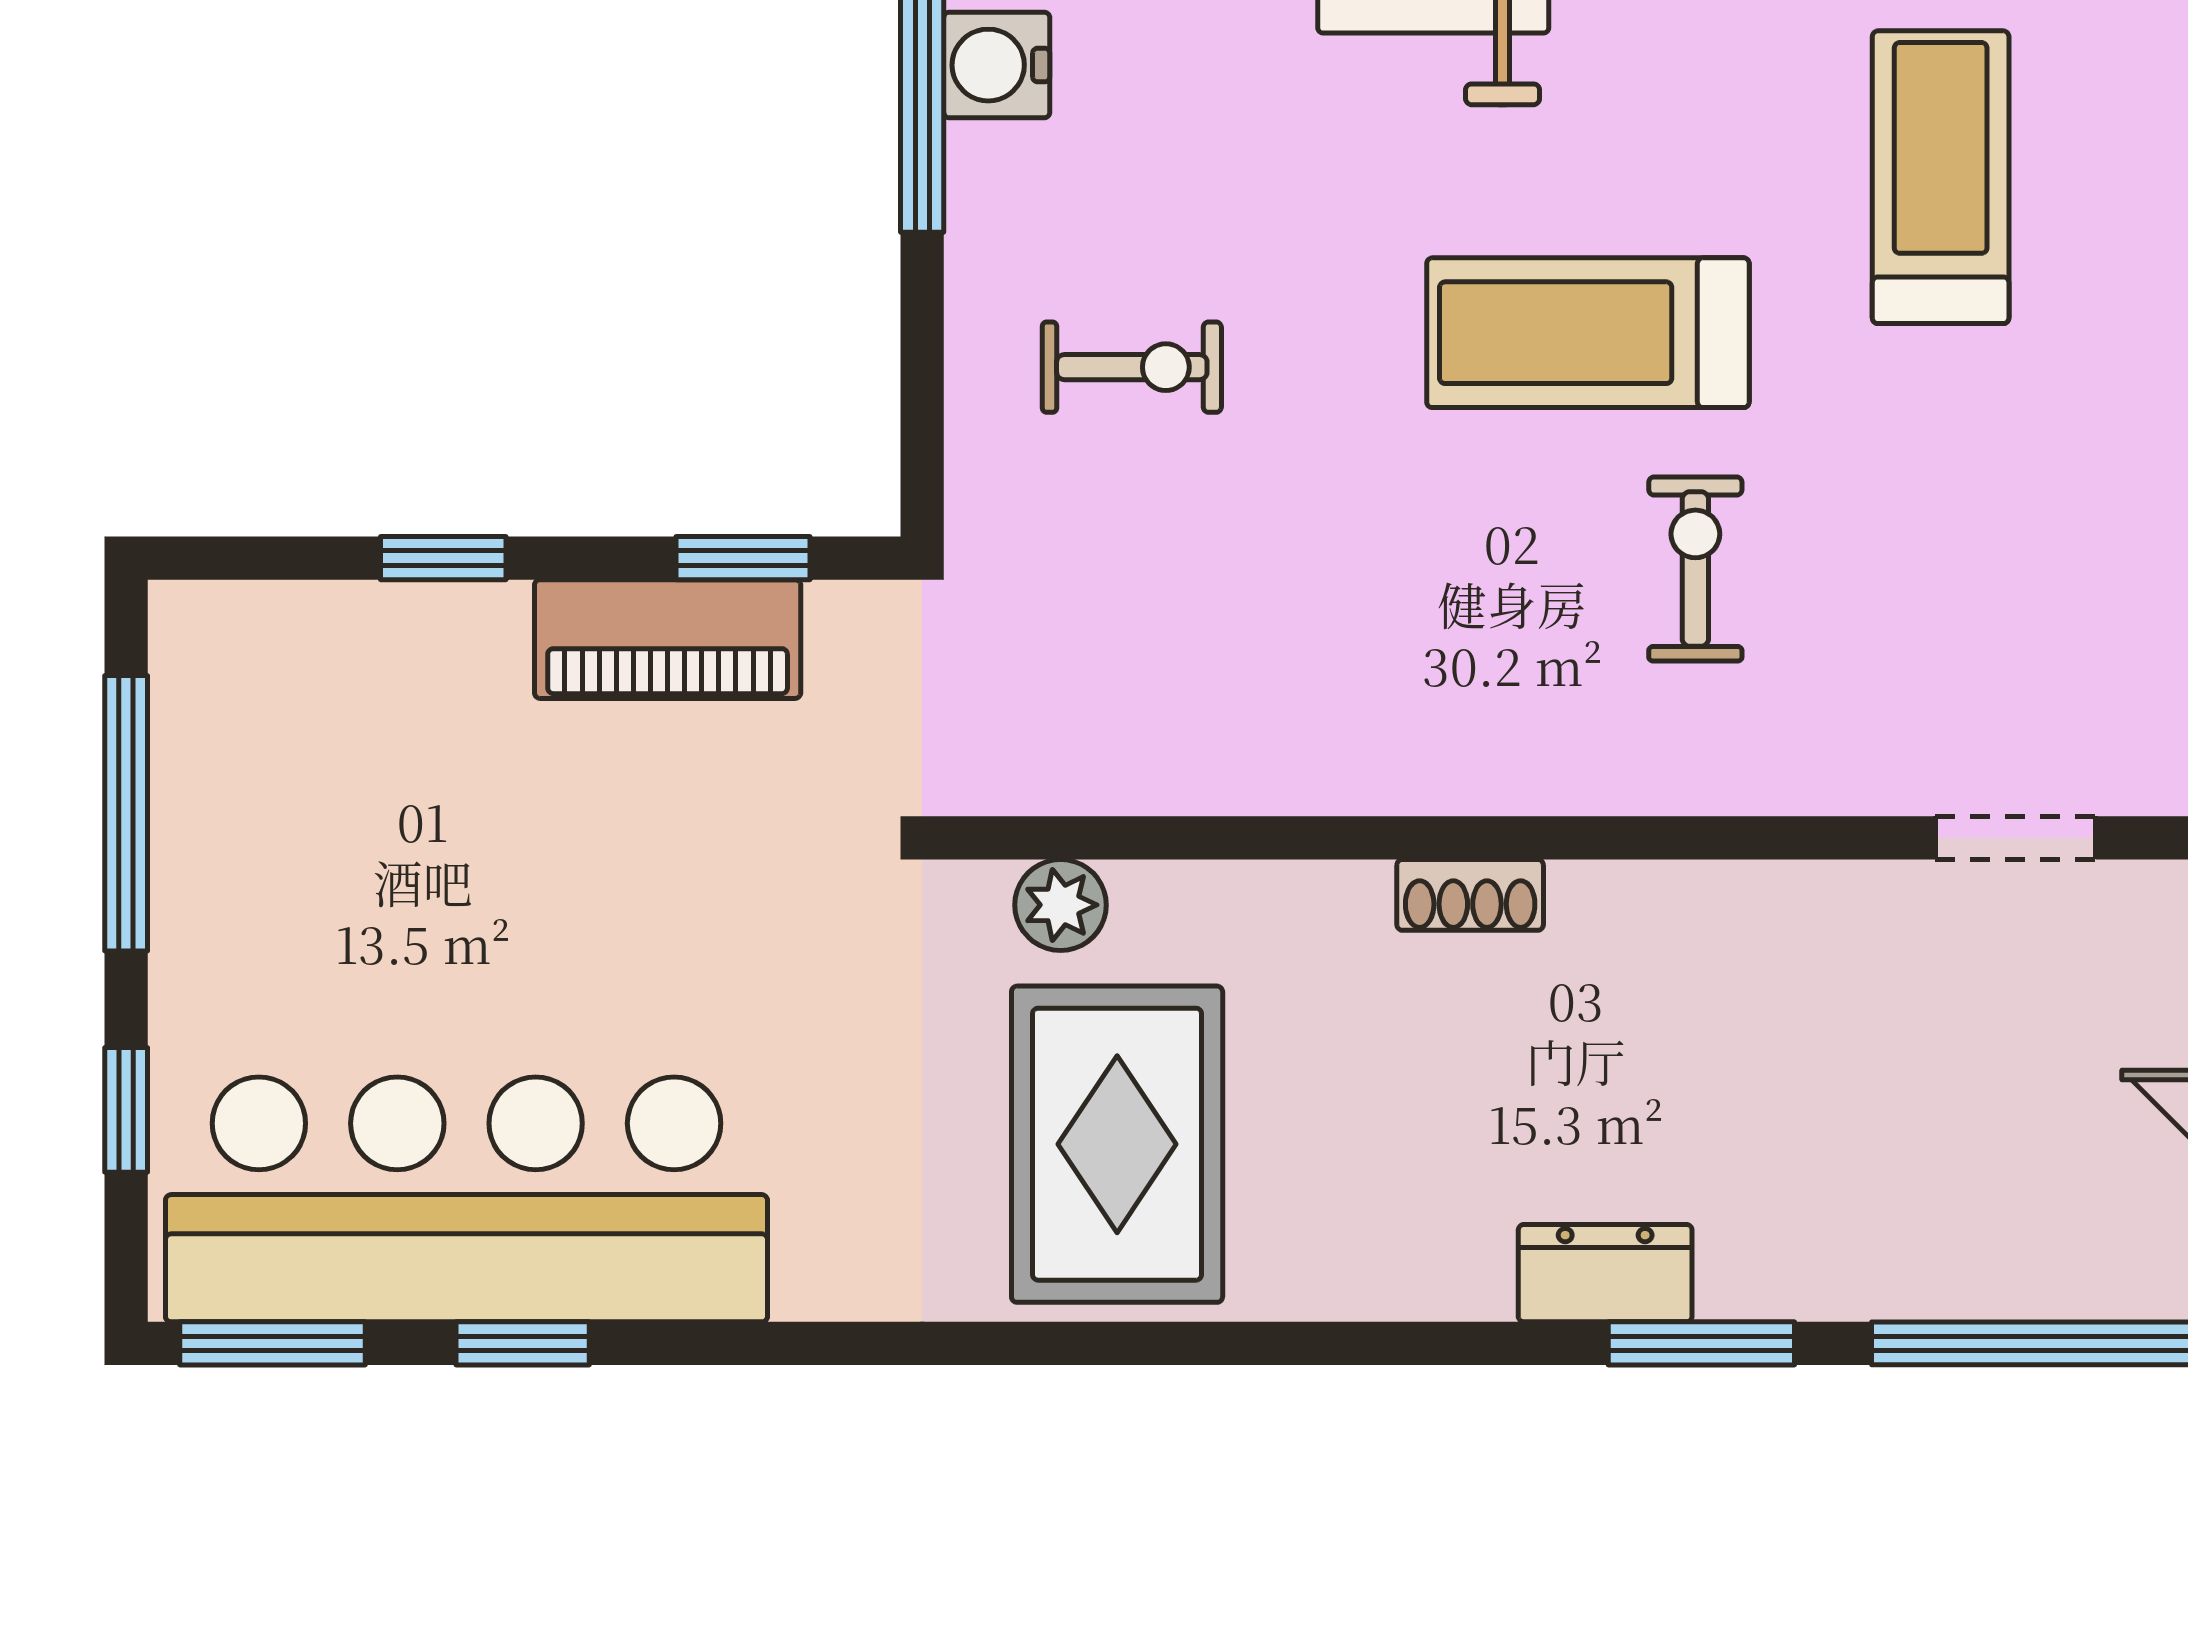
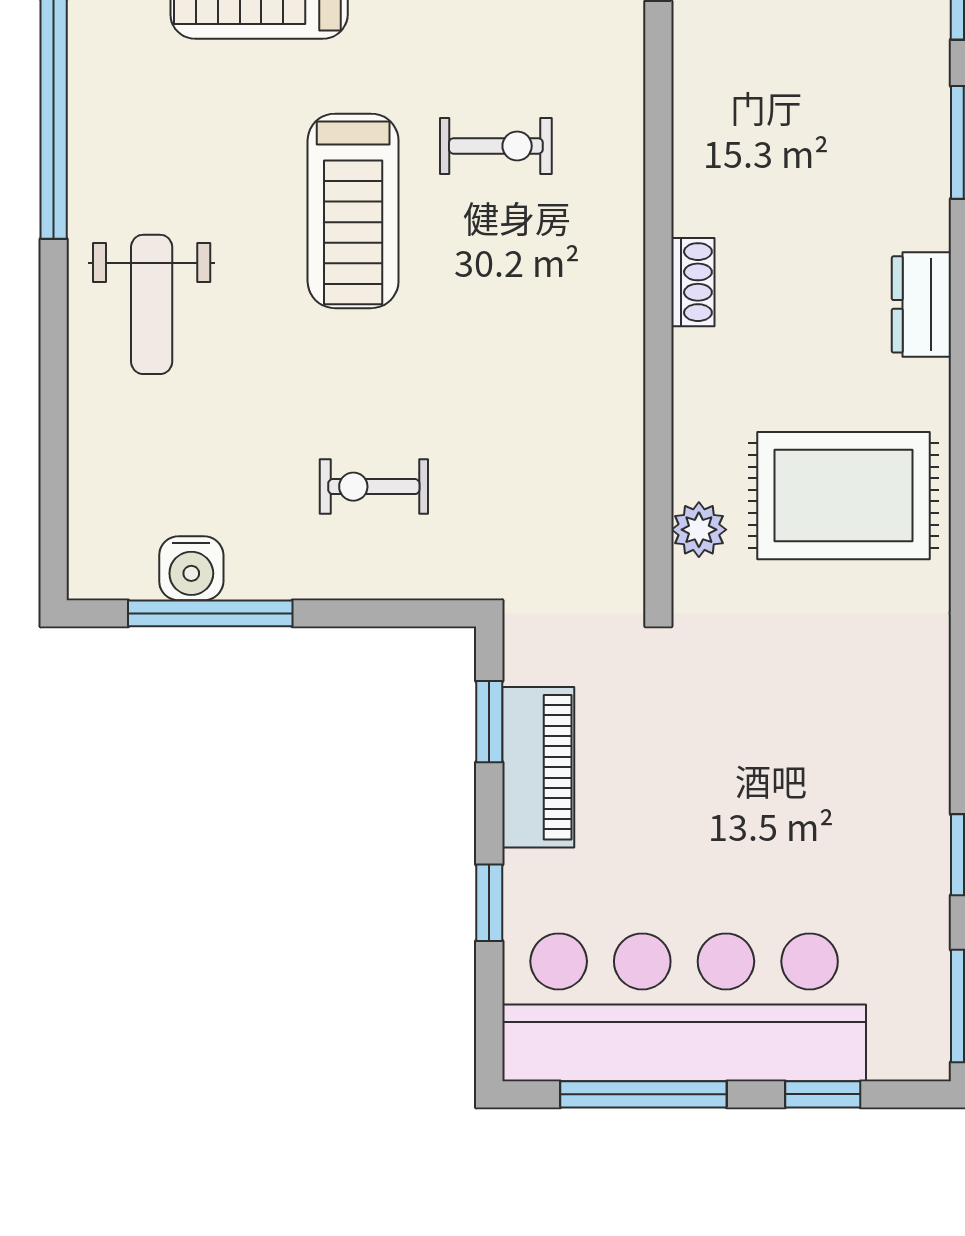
exercise bike: (1132, 367) -> (374, 487), turned -90
exercise bike: (1695, 569) -> (496, 146), turned 180
bar counter: (466, 1199) -> (684, 1007), moved, turned 90
dresser: (1605, 1273) -> (921, 304), moved

